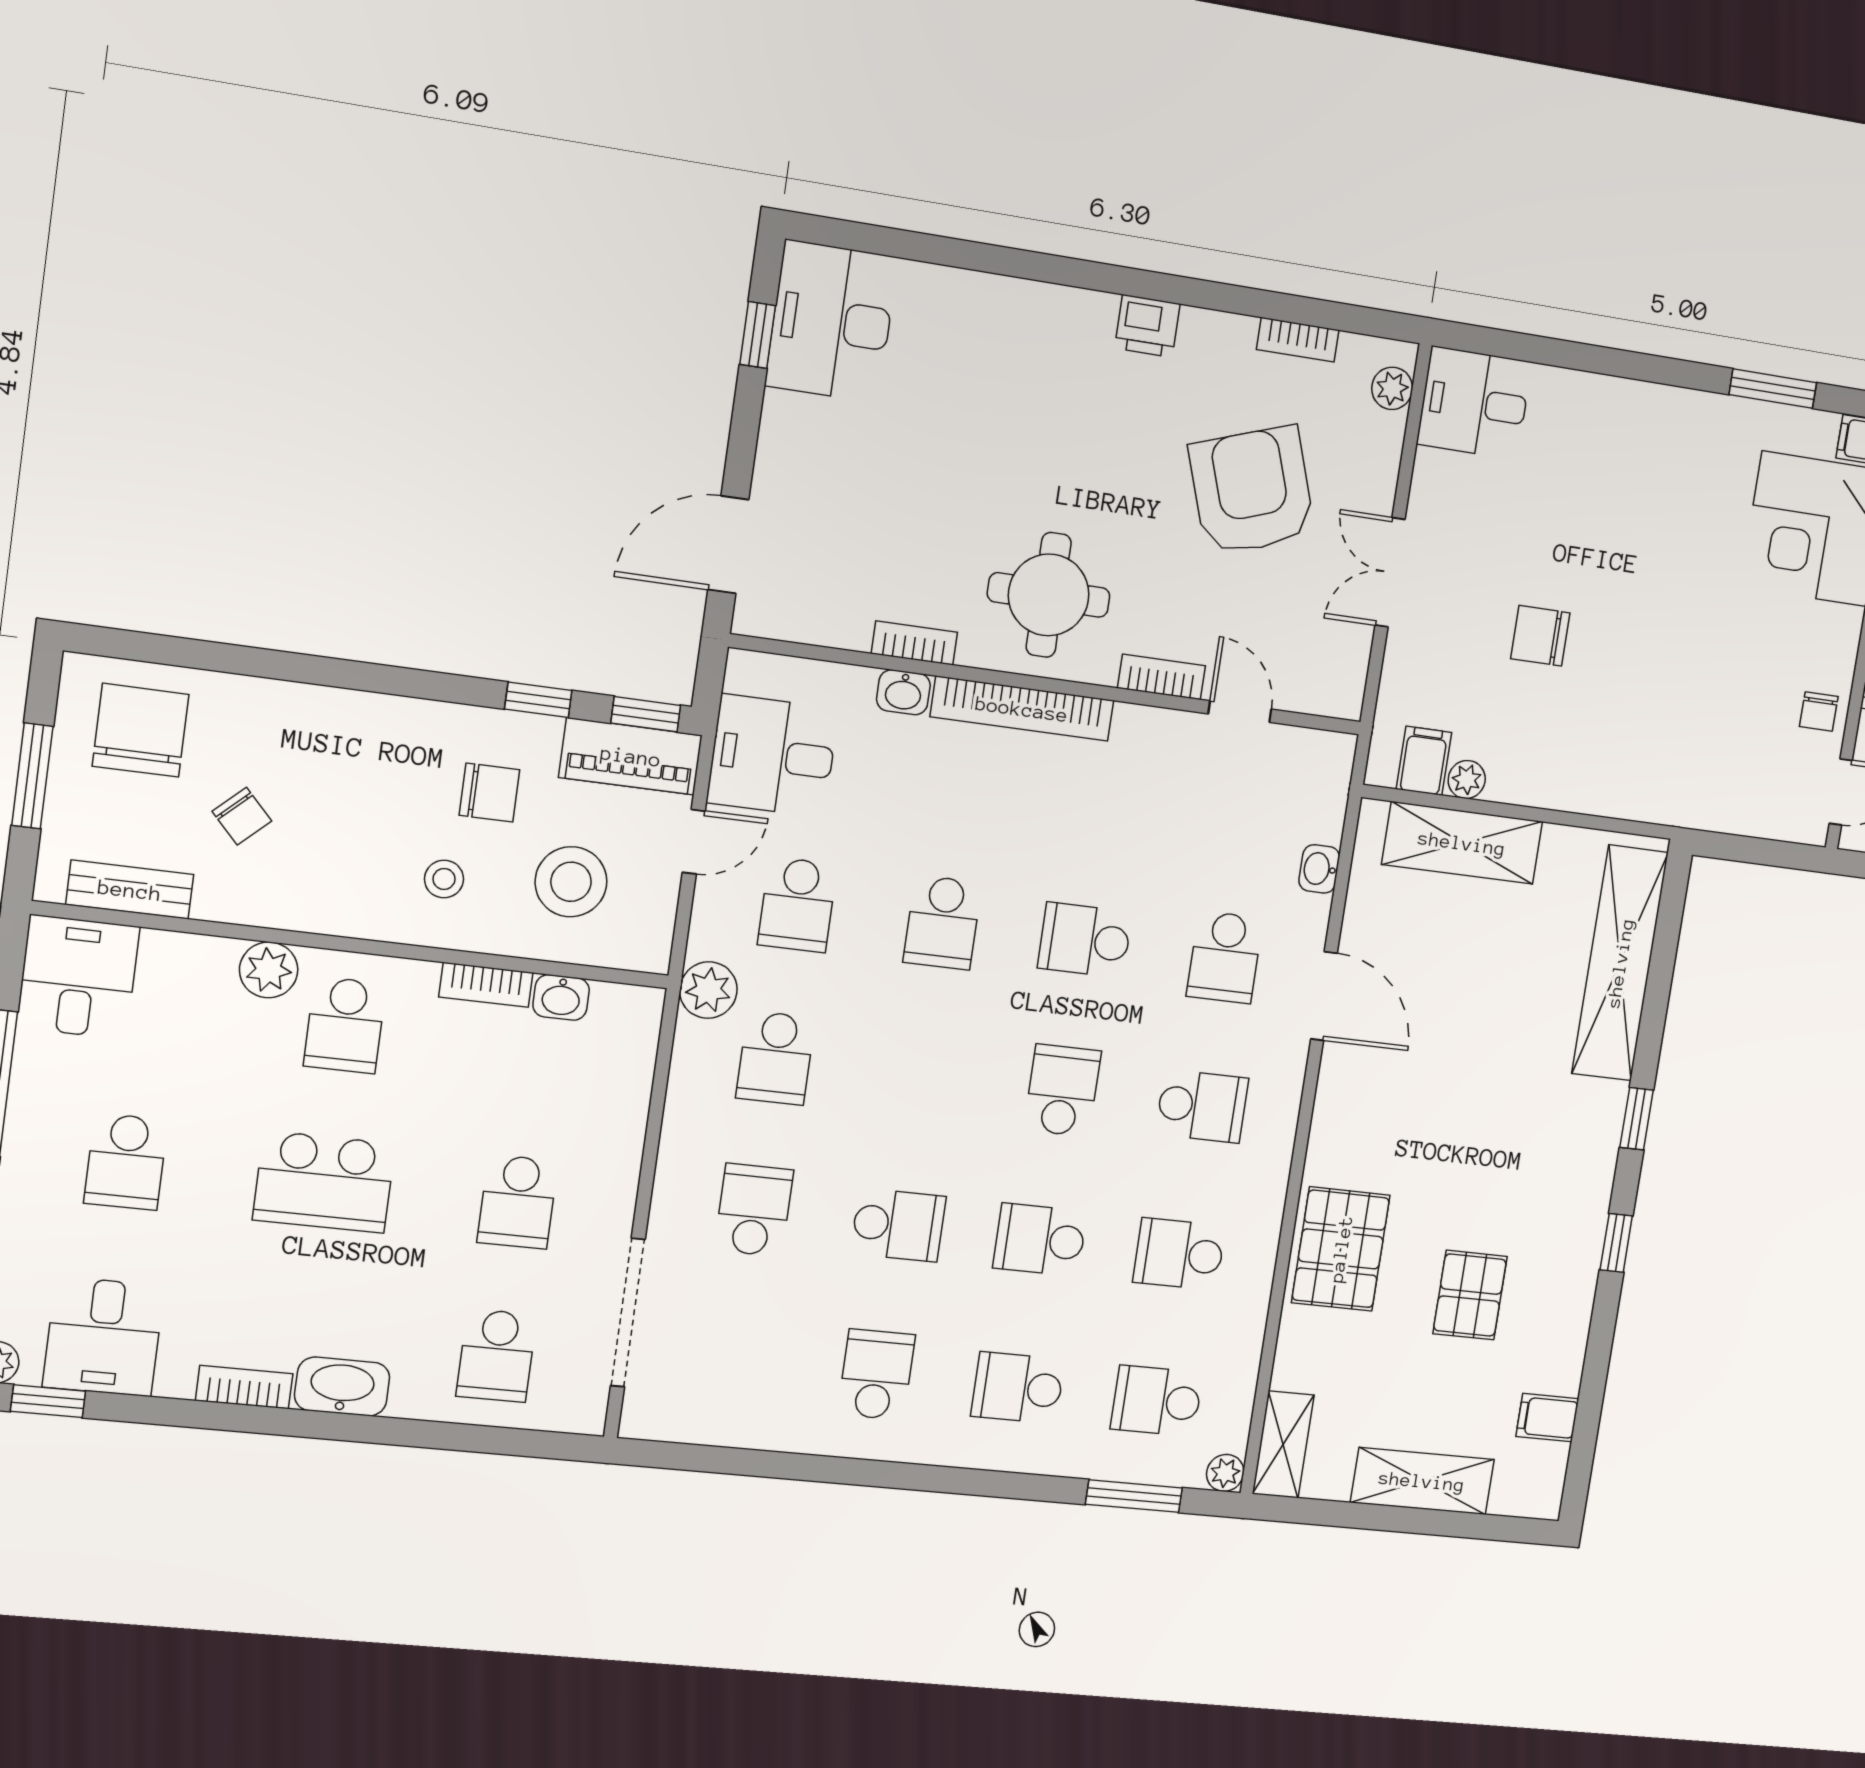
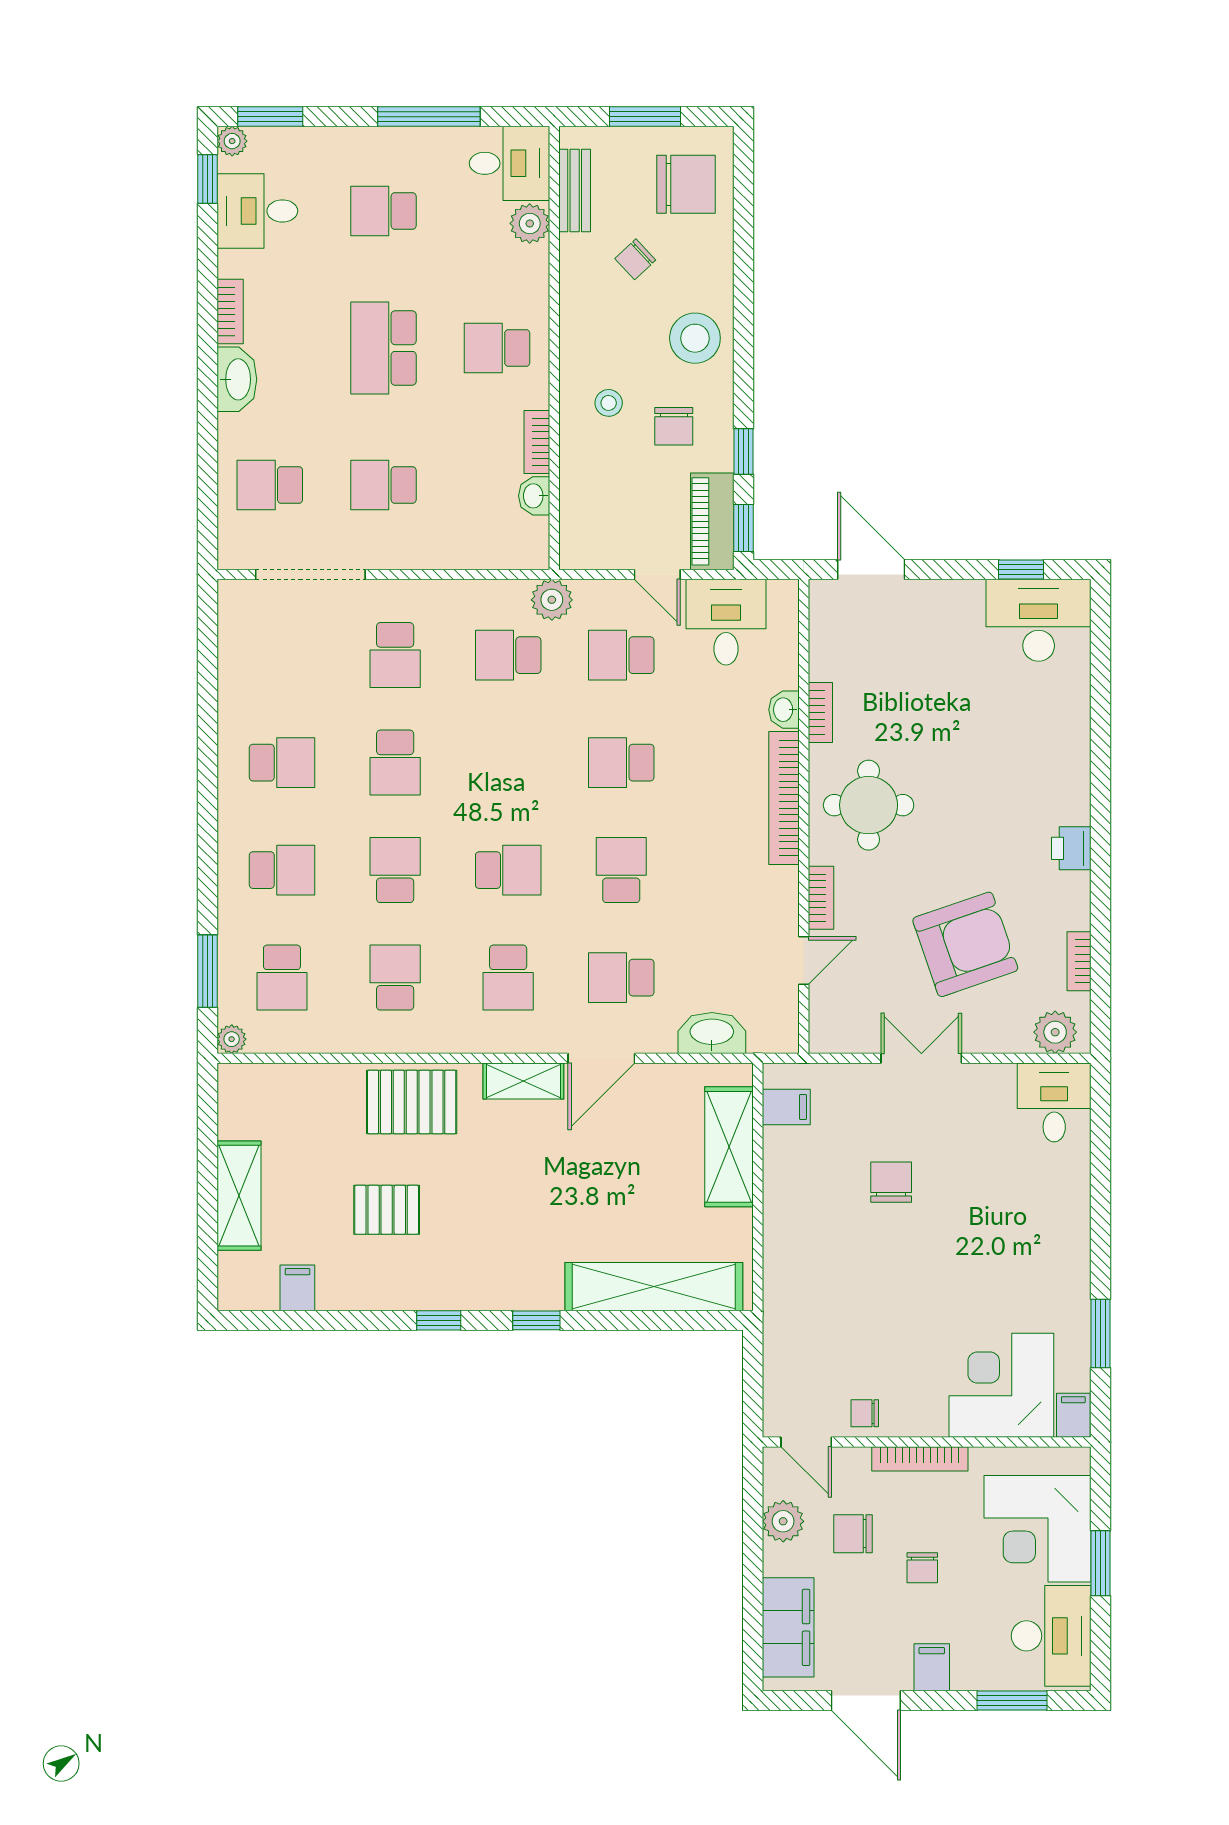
plant: (1392, 388) -> (1055, 1032), width x1.38, depth x1.38
plant: (1467, 779) -> (777, 1142), removed
washbasin: (1319, 869) -> (712, 1033), width x1.91, depth x1.45
stool: (571, 882) -> (695, 338), moved
plant: (269, 970) -> (530, 223), moved
school desk: (754, 1210) -> (395, 655), turned 90
school desk: (1018, 1388) -> (282, 870), turned 90
school desk: (1157, 1401) -> (282, 978), turned 180
shelving: (1283, 1444) -> (523, 1081), moved

